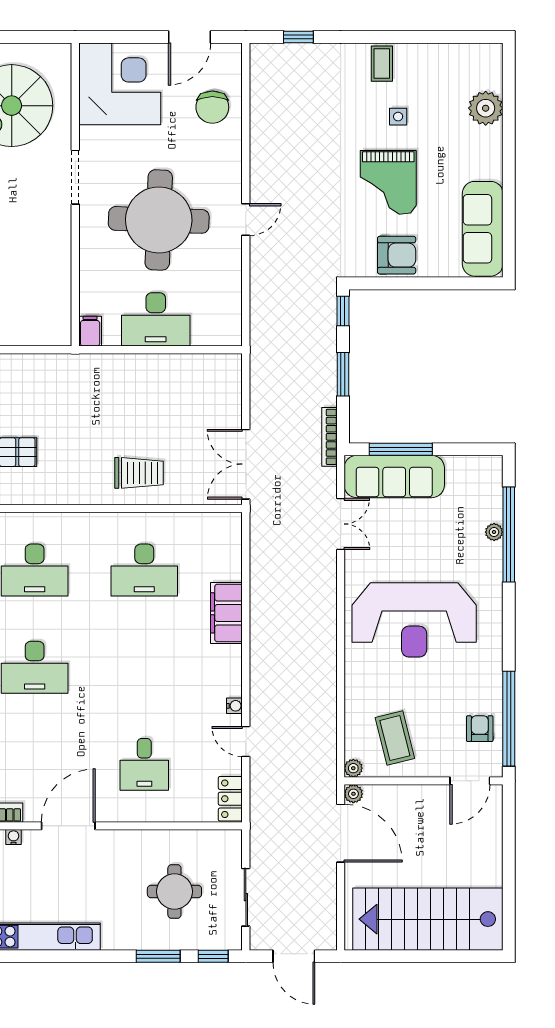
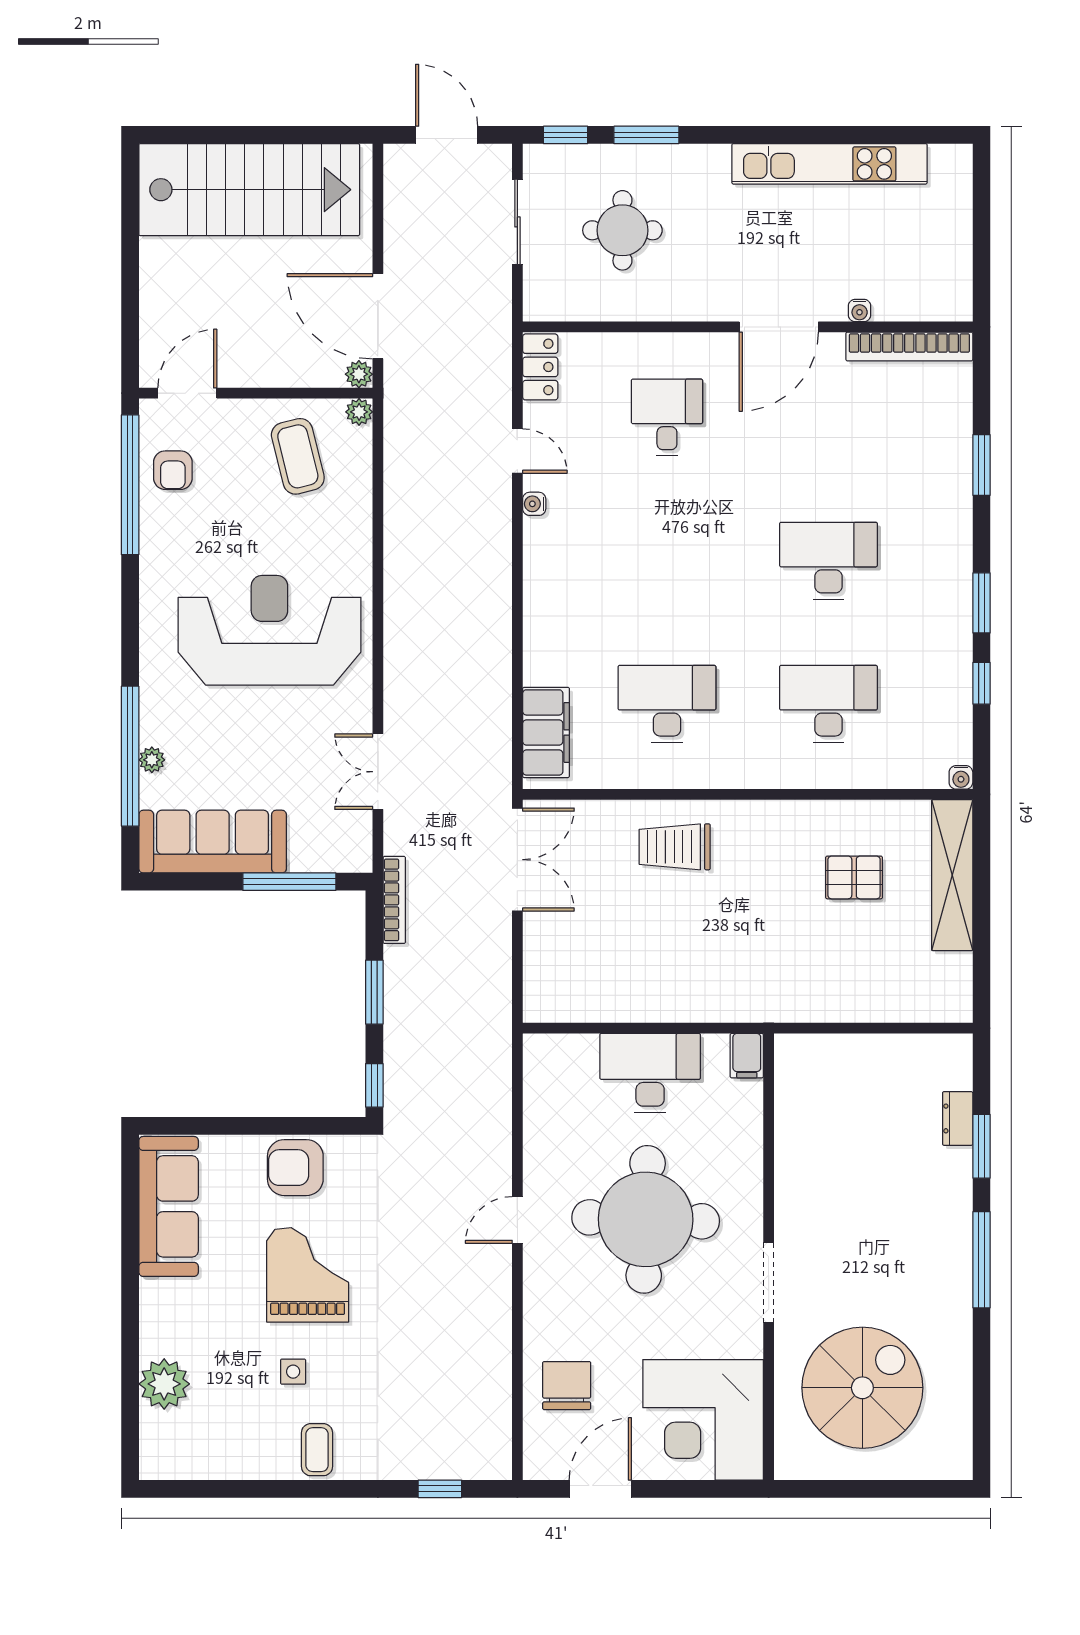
sofa: (394, 476) -> (213, 842), moved
filing cabinet: (226, 613) -> (546, 732), moved

